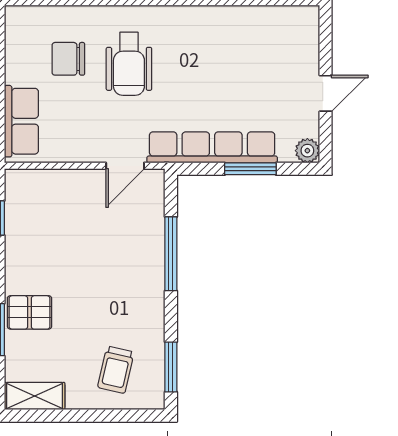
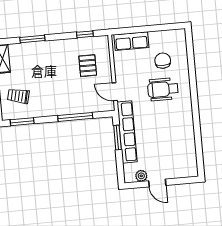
plant: (307, 151) -> (141, 176), moved
window: (250, 169) -> (117, 138), moved
pallet: (30, 312) -> (88, 66), moved

